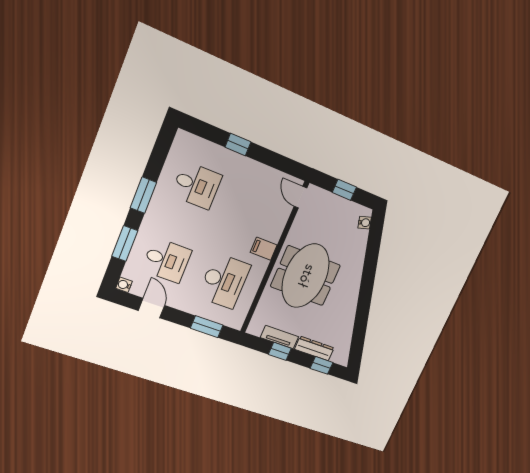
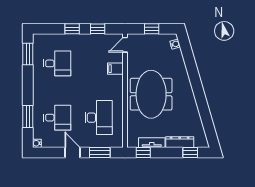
window: (273, 160) -> (98, 29), added
window: (143, 195) -> (28, 54), moved
door: (300, 197) -> (125, 45), hinge flipped
filing cabinet: (264, 249) -> (115, 69), moved
door: (151, 308) -> (73, 152), moved
window: (280, 351) -> (143, 152), moved

